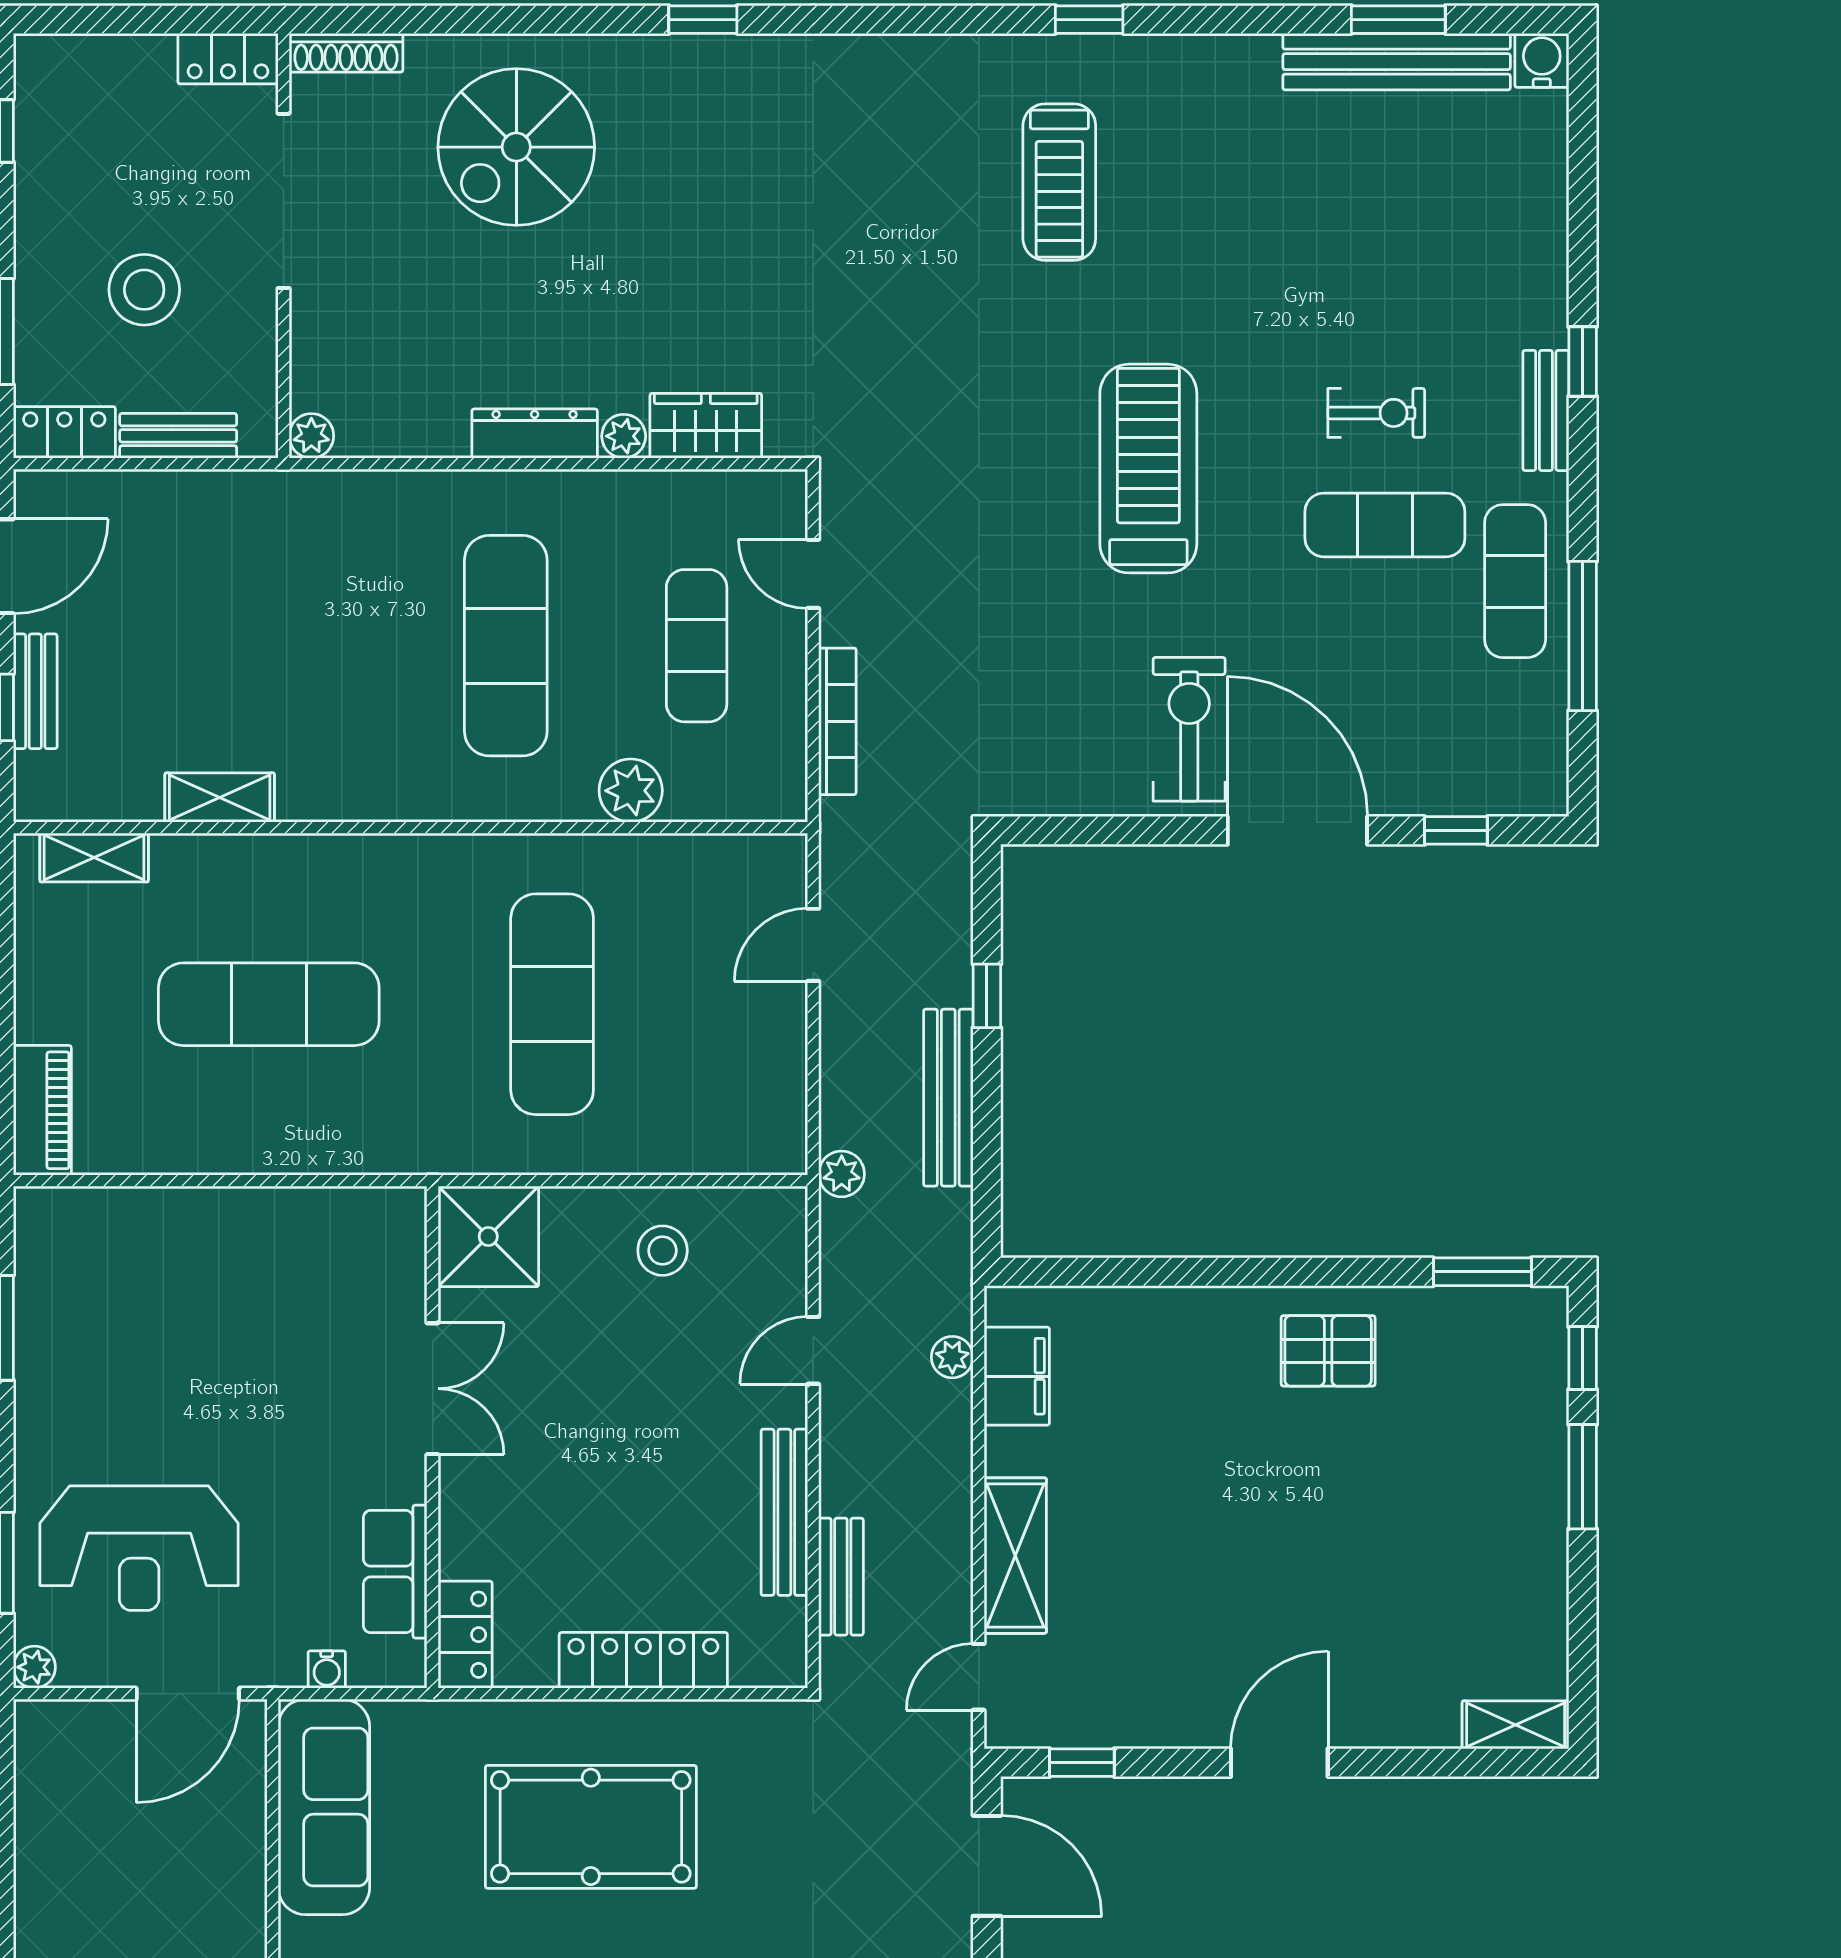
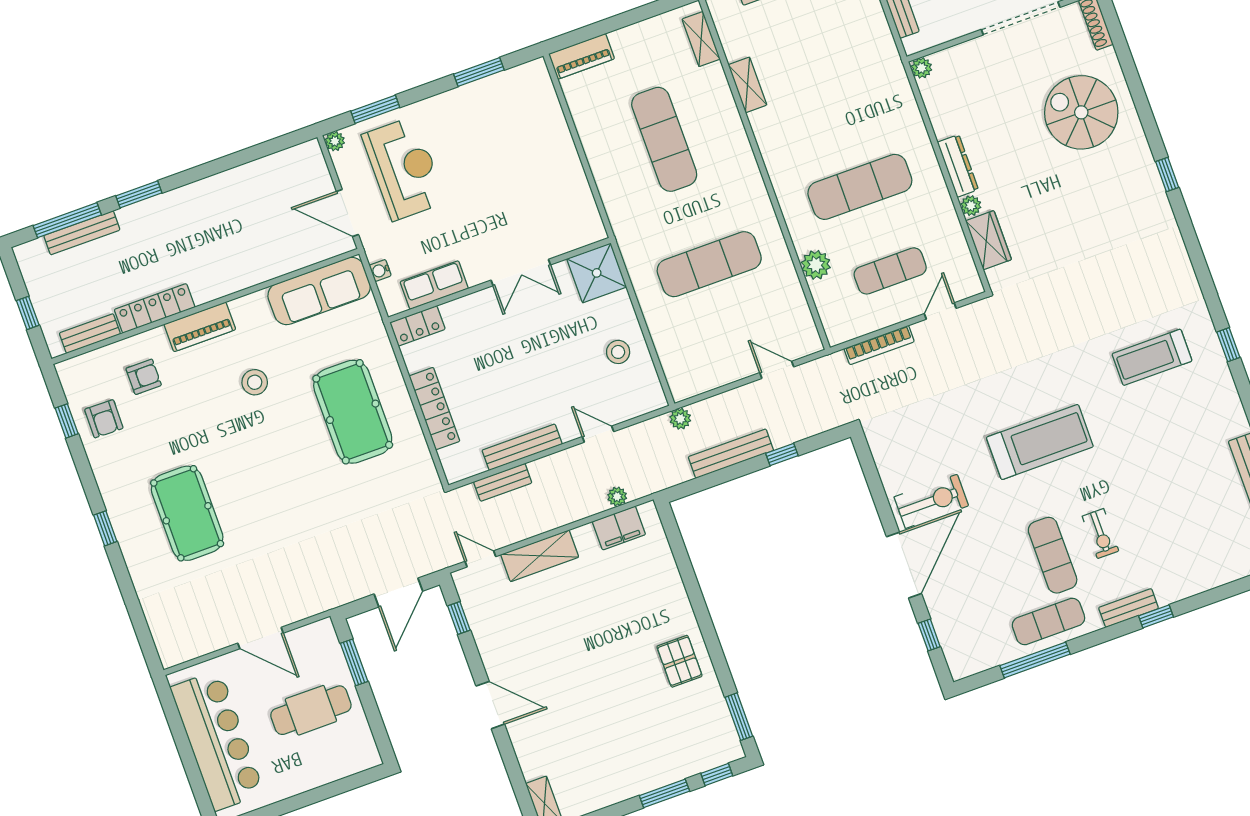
reception desk: (139, 1548) -> (404, 168), turned 180

